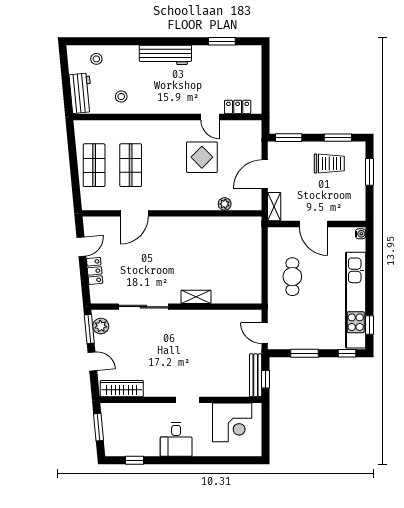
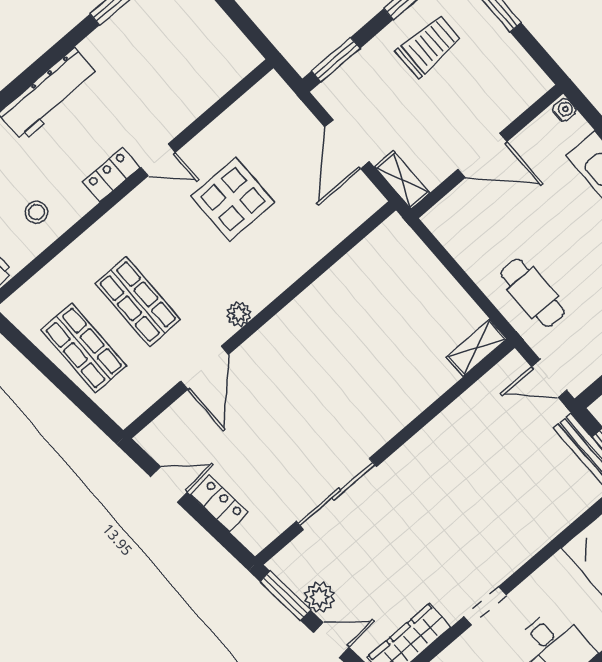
locker: (238, 107) -> (111, 175), moved
door: (210, 117) -> (158, 160), moved
plant: (225, 204) -> (239, 314), moved
door: (81, 247) -> (169, 484), hinge flipped
cafe table: (292, 277) -> (532, 293), moved
shelving: (196, 297) -> (477, 348), moved
plant: (101, 326) -> (320, 597), moved
doorway: (188, 400) -> (485, 606), moved

